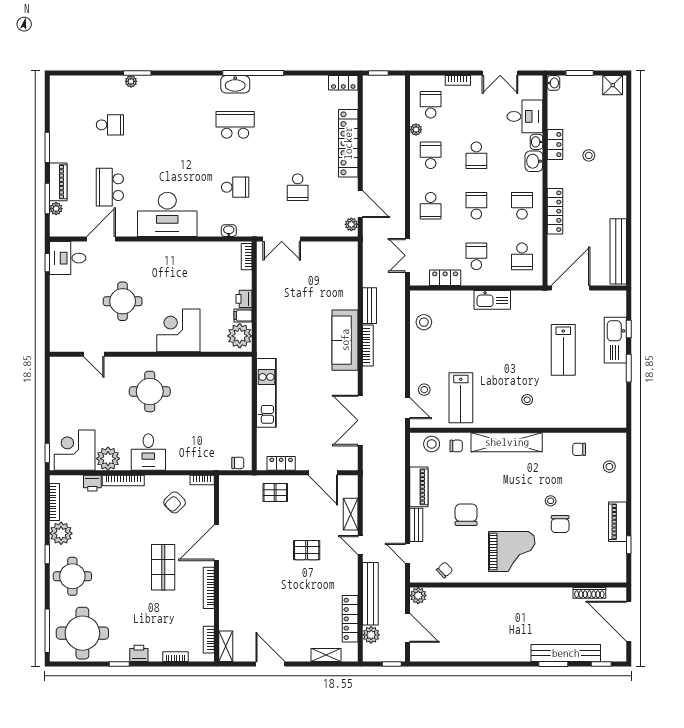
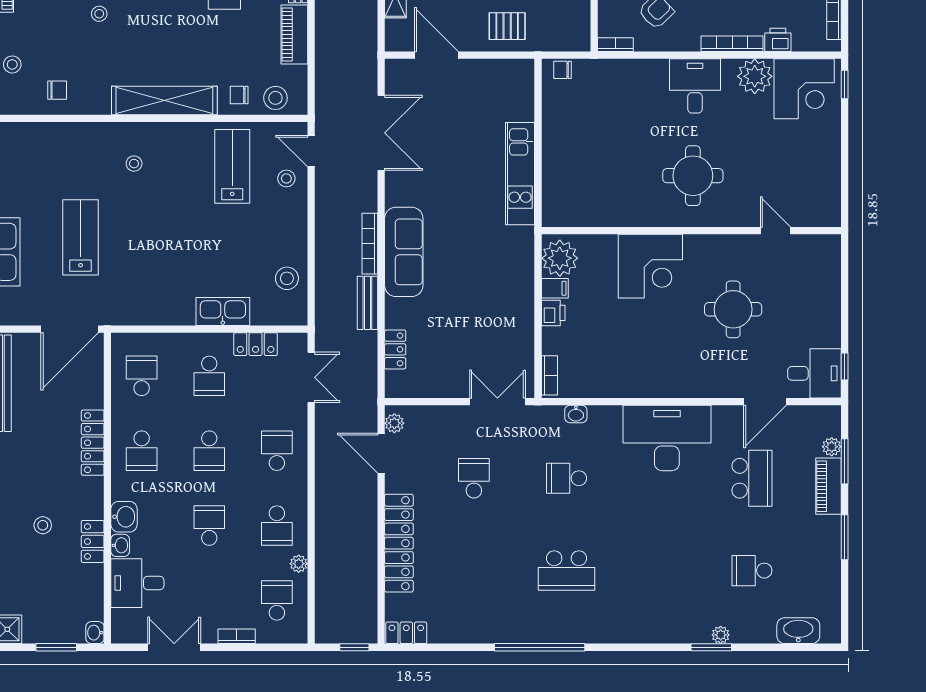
washbasin: (235, 84) -> (798, 631), moved
school desk: (431, 105) -> (277, 600), turned 180
kitchen sink: (492, 300) -> (223, 311), moved
locker: (281, 463) -> (395, 349), moved, turned -90

